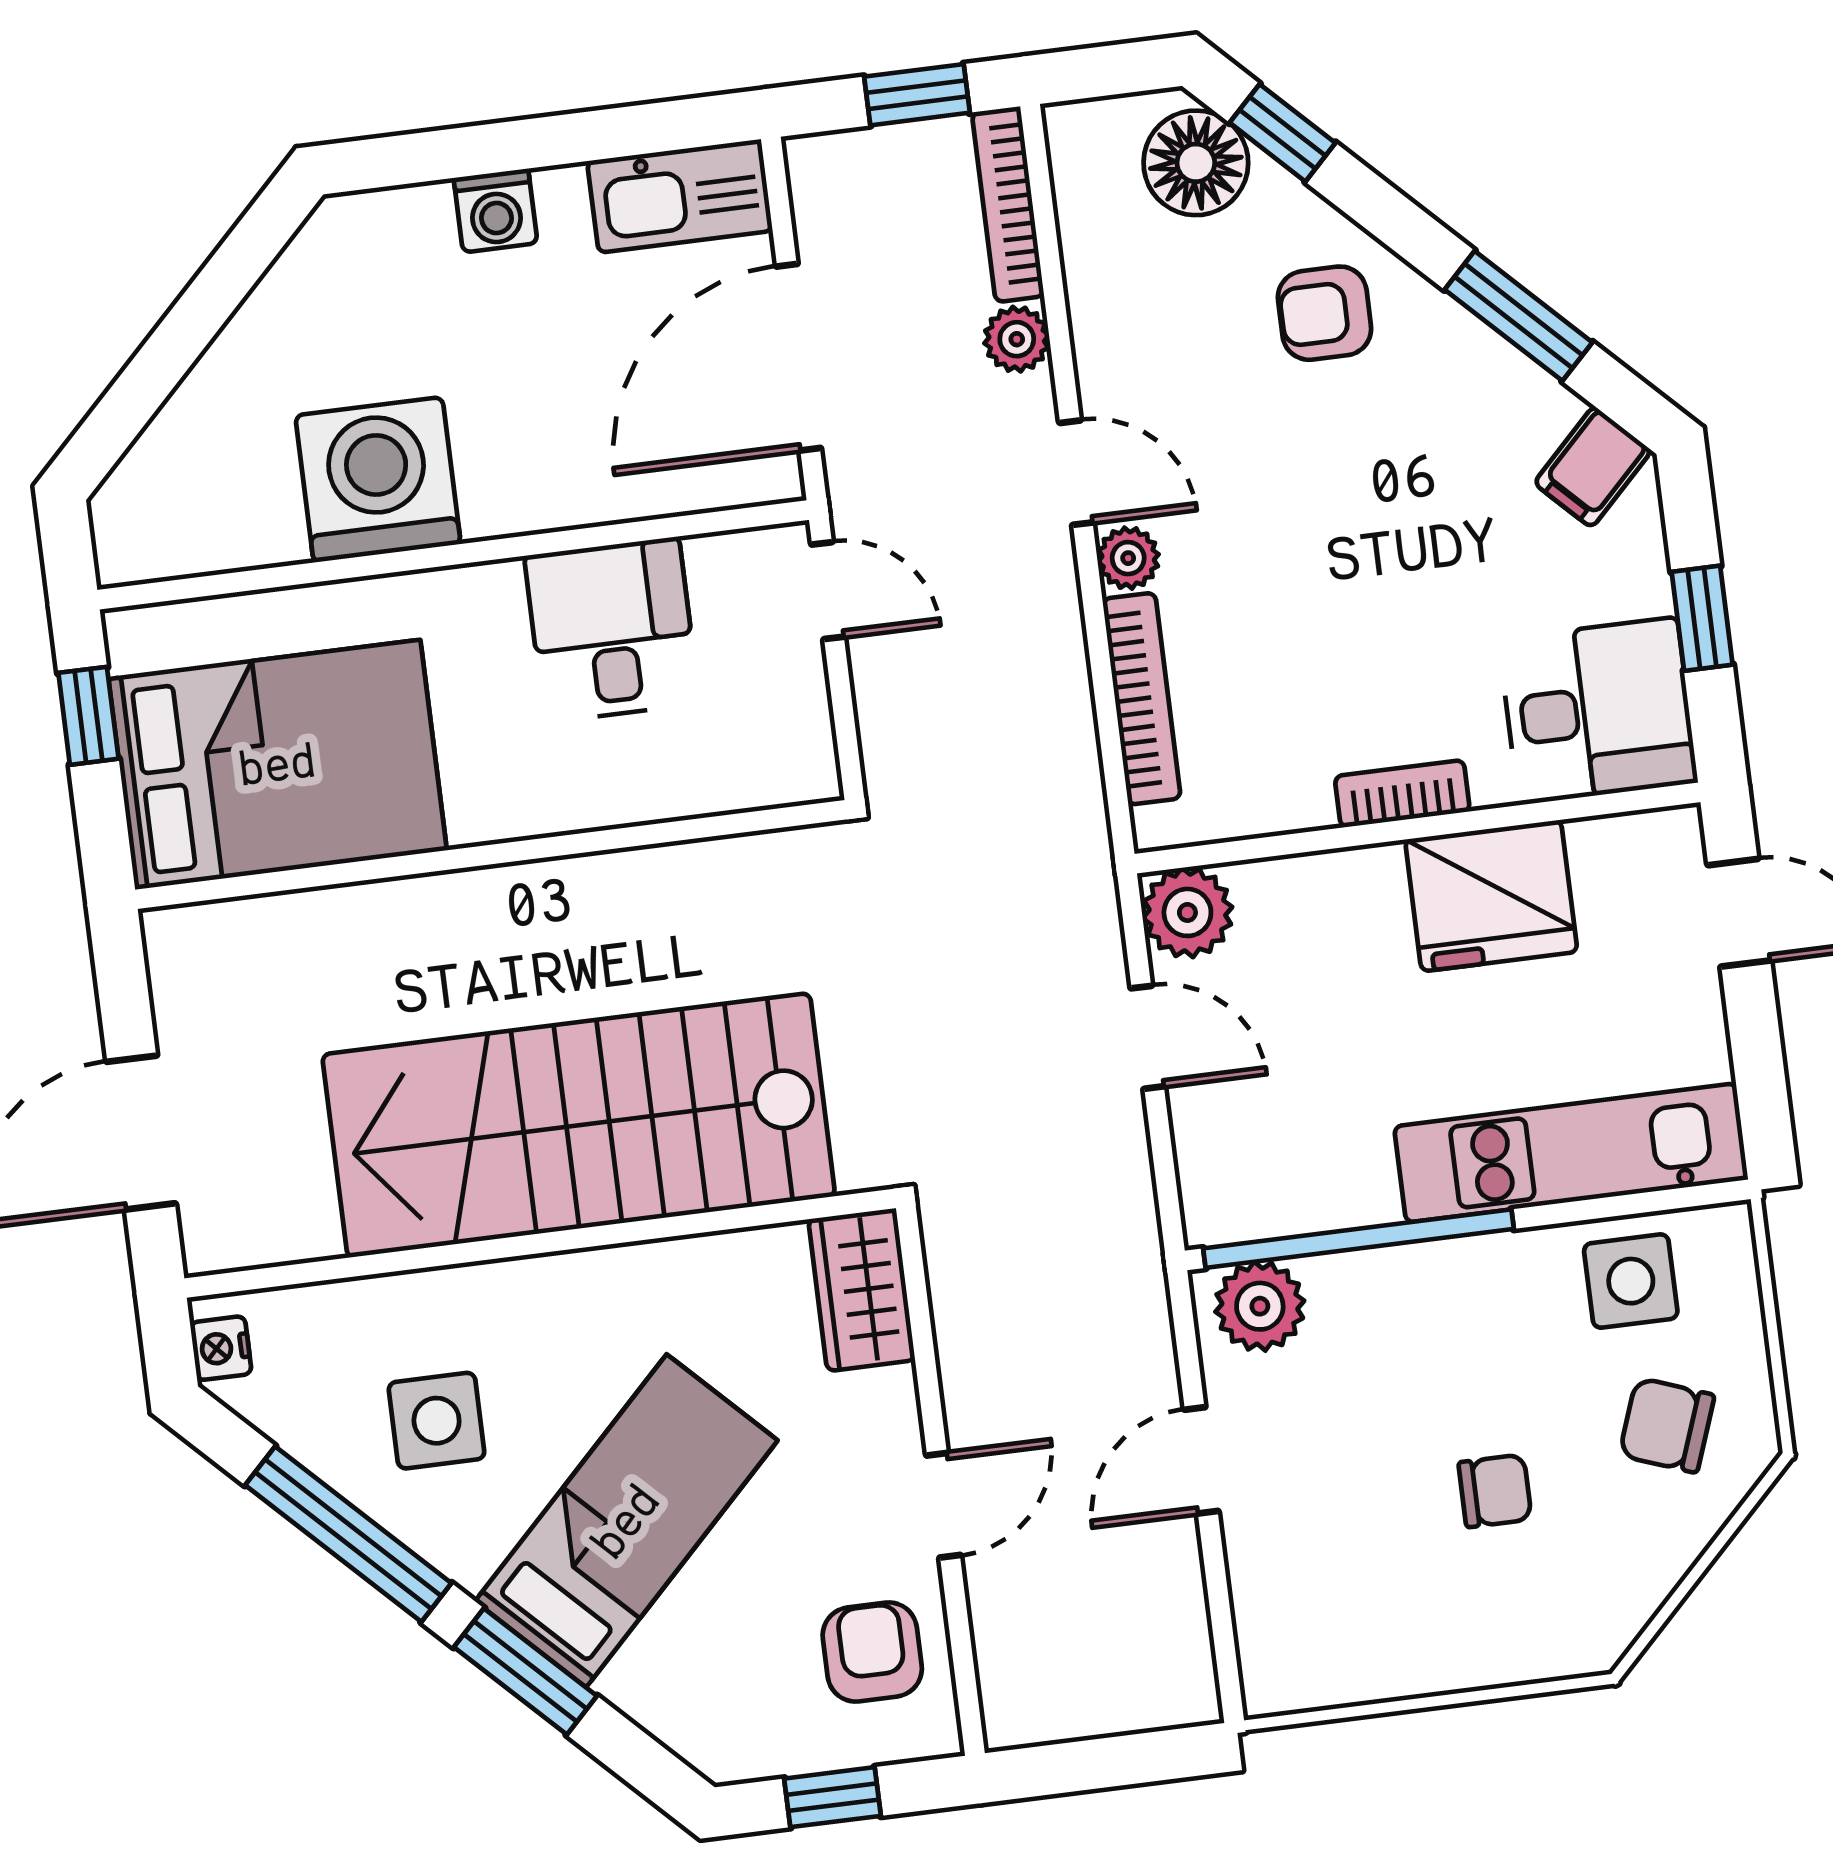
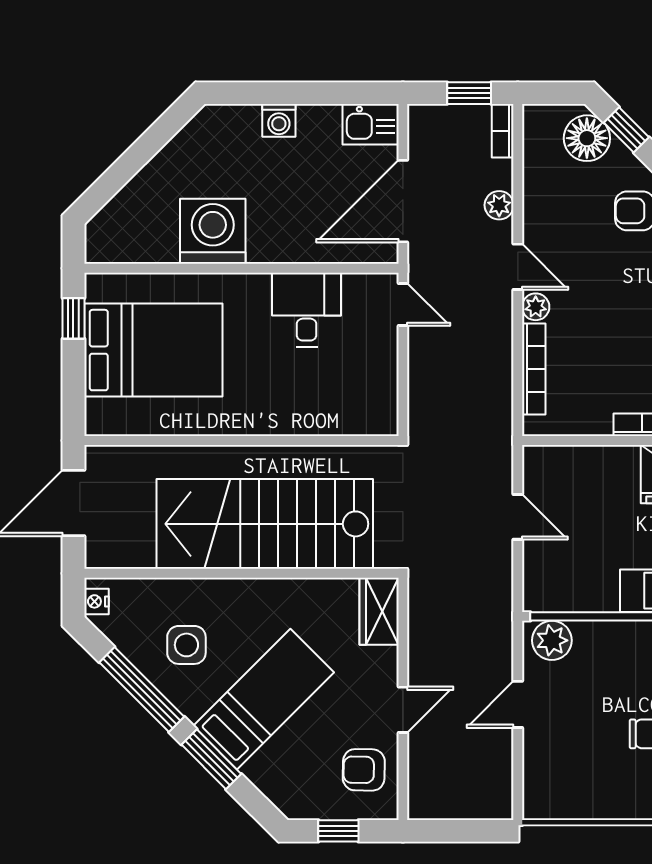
kitchen sink: (680, 196) -> (371, 124), width x0.73
bookcase: (1008, 204) -> (503, 131), width x0.64
wall: (491, 855) -> (241, 440), moved
plant: (1187, 912) -> (542, 465), removed
armchair: (872, 1652) -> (364, 770), turned -89

